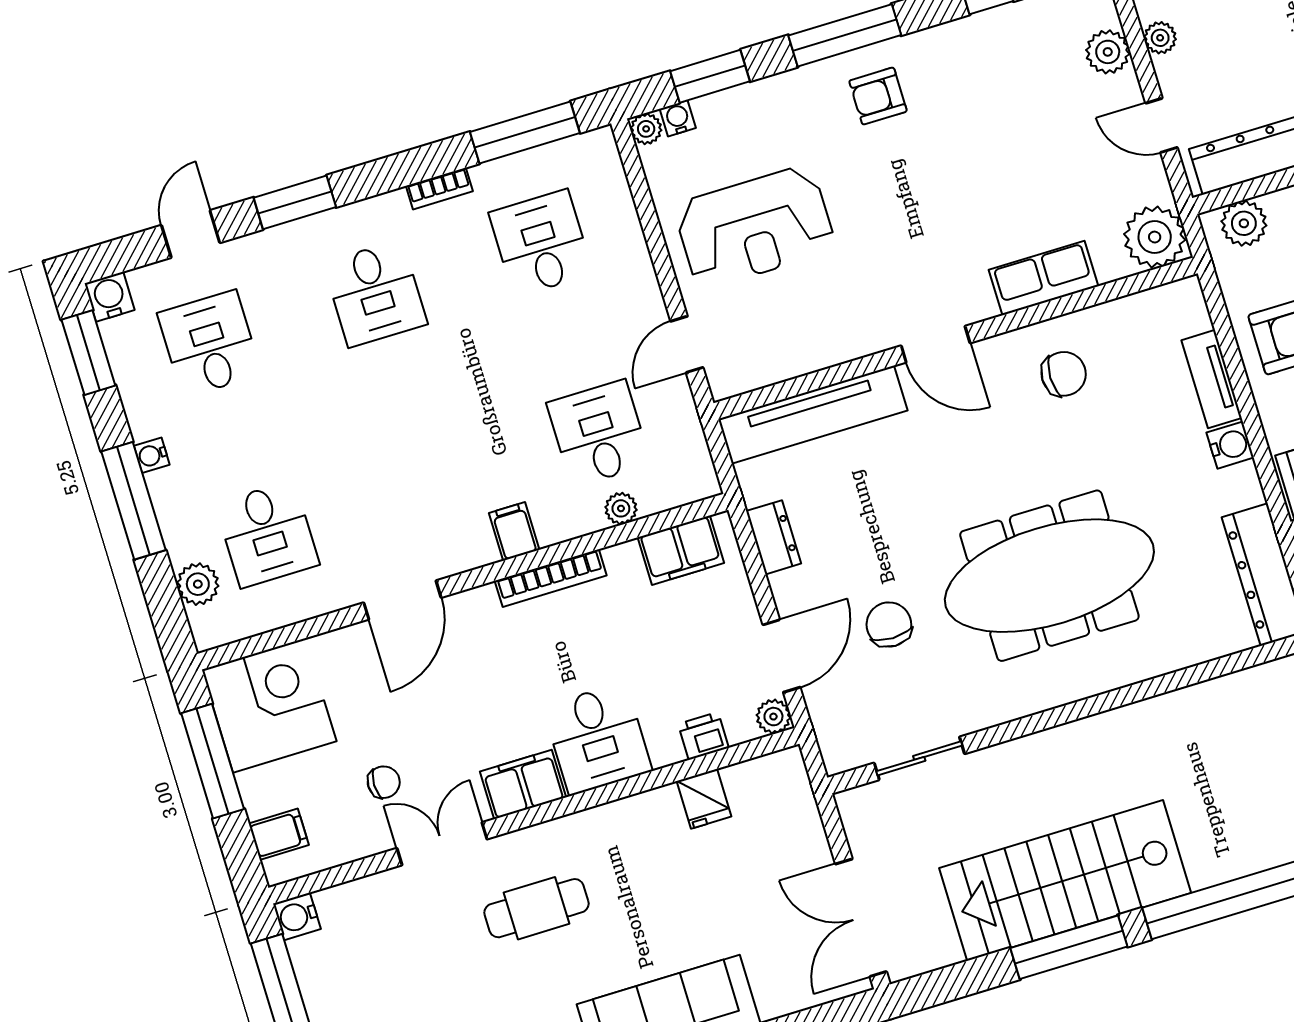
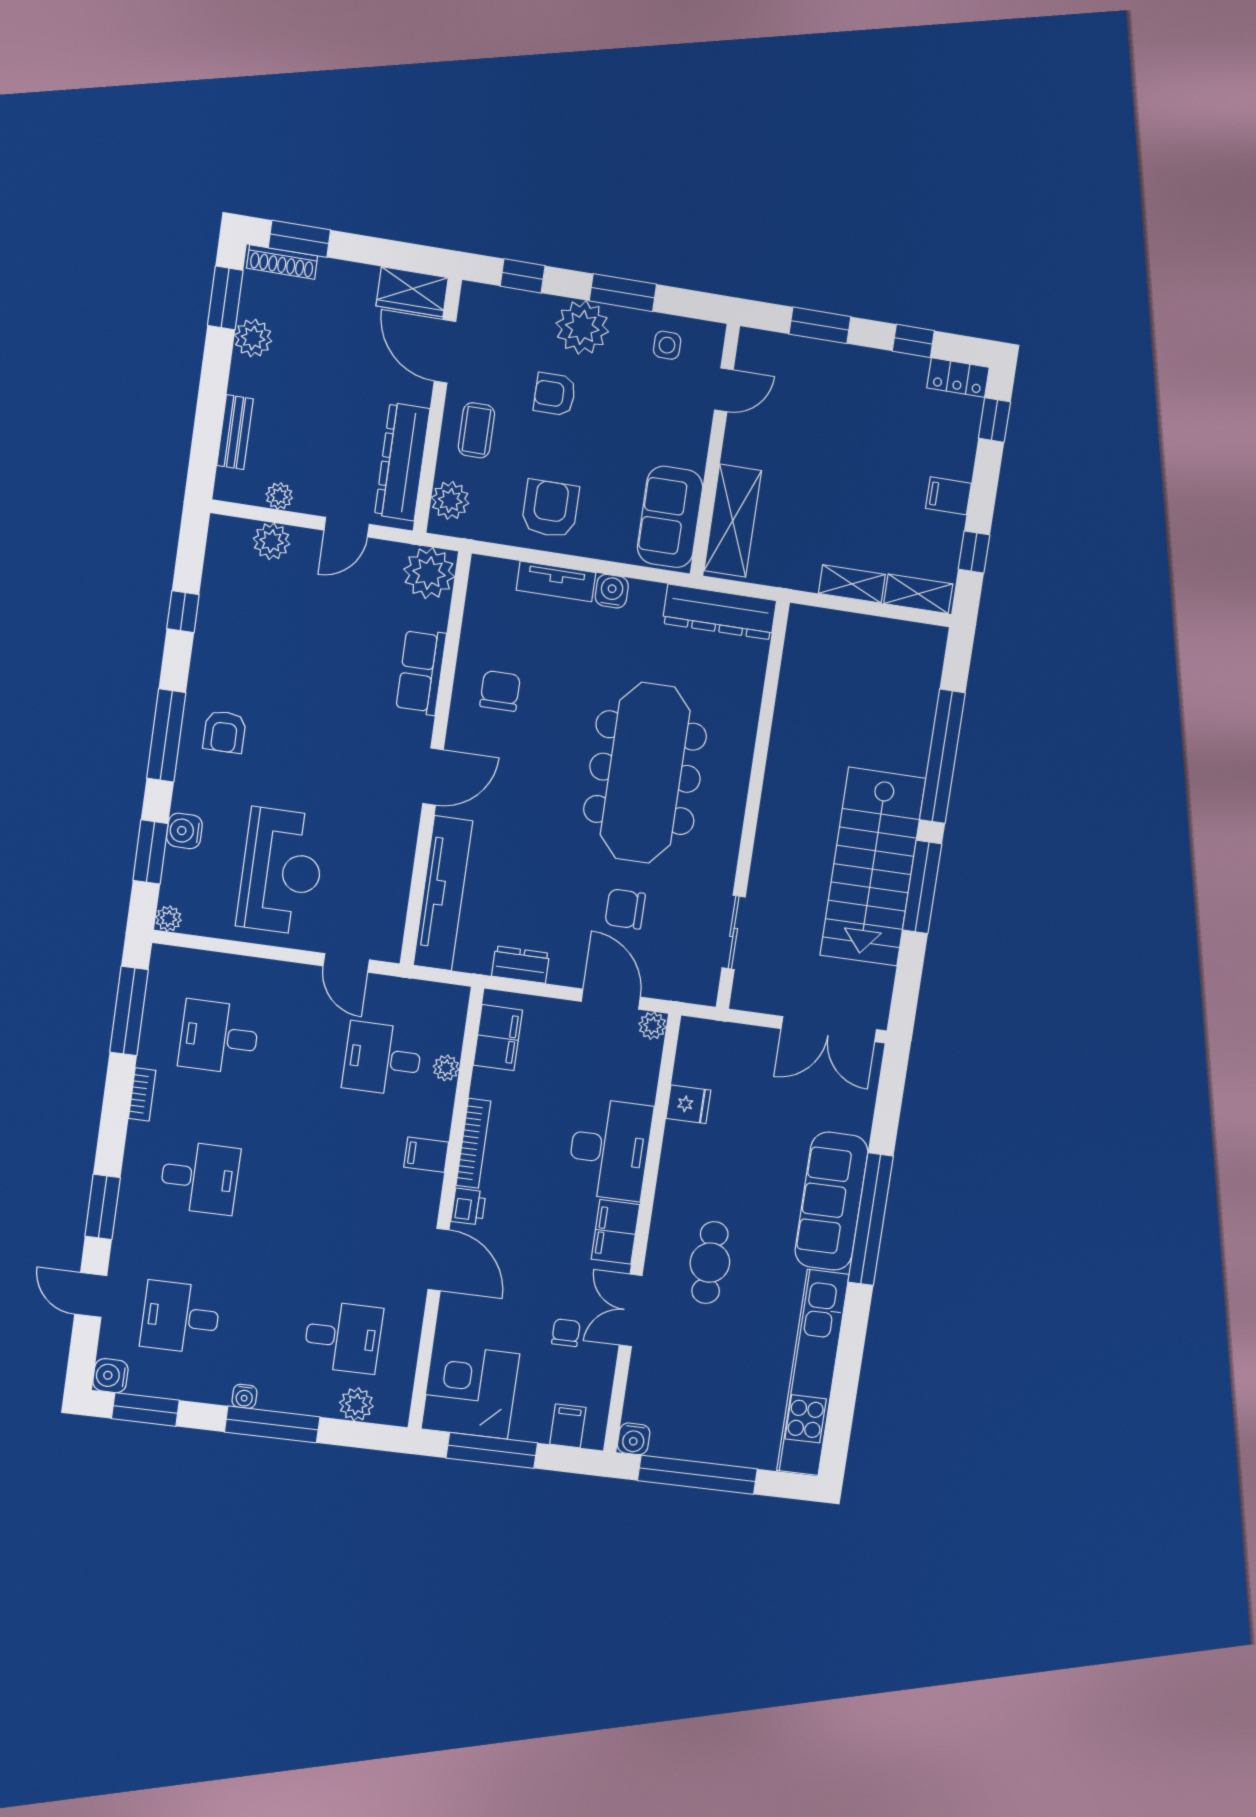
water cooler: (678, 118) -> (184, 831), moved, width x1.38, depth x1.38
printer: (703, 736) -> (468, 1207), moved, turned 180
desk: (597, 739) -> (610, 1149), width x1.37

